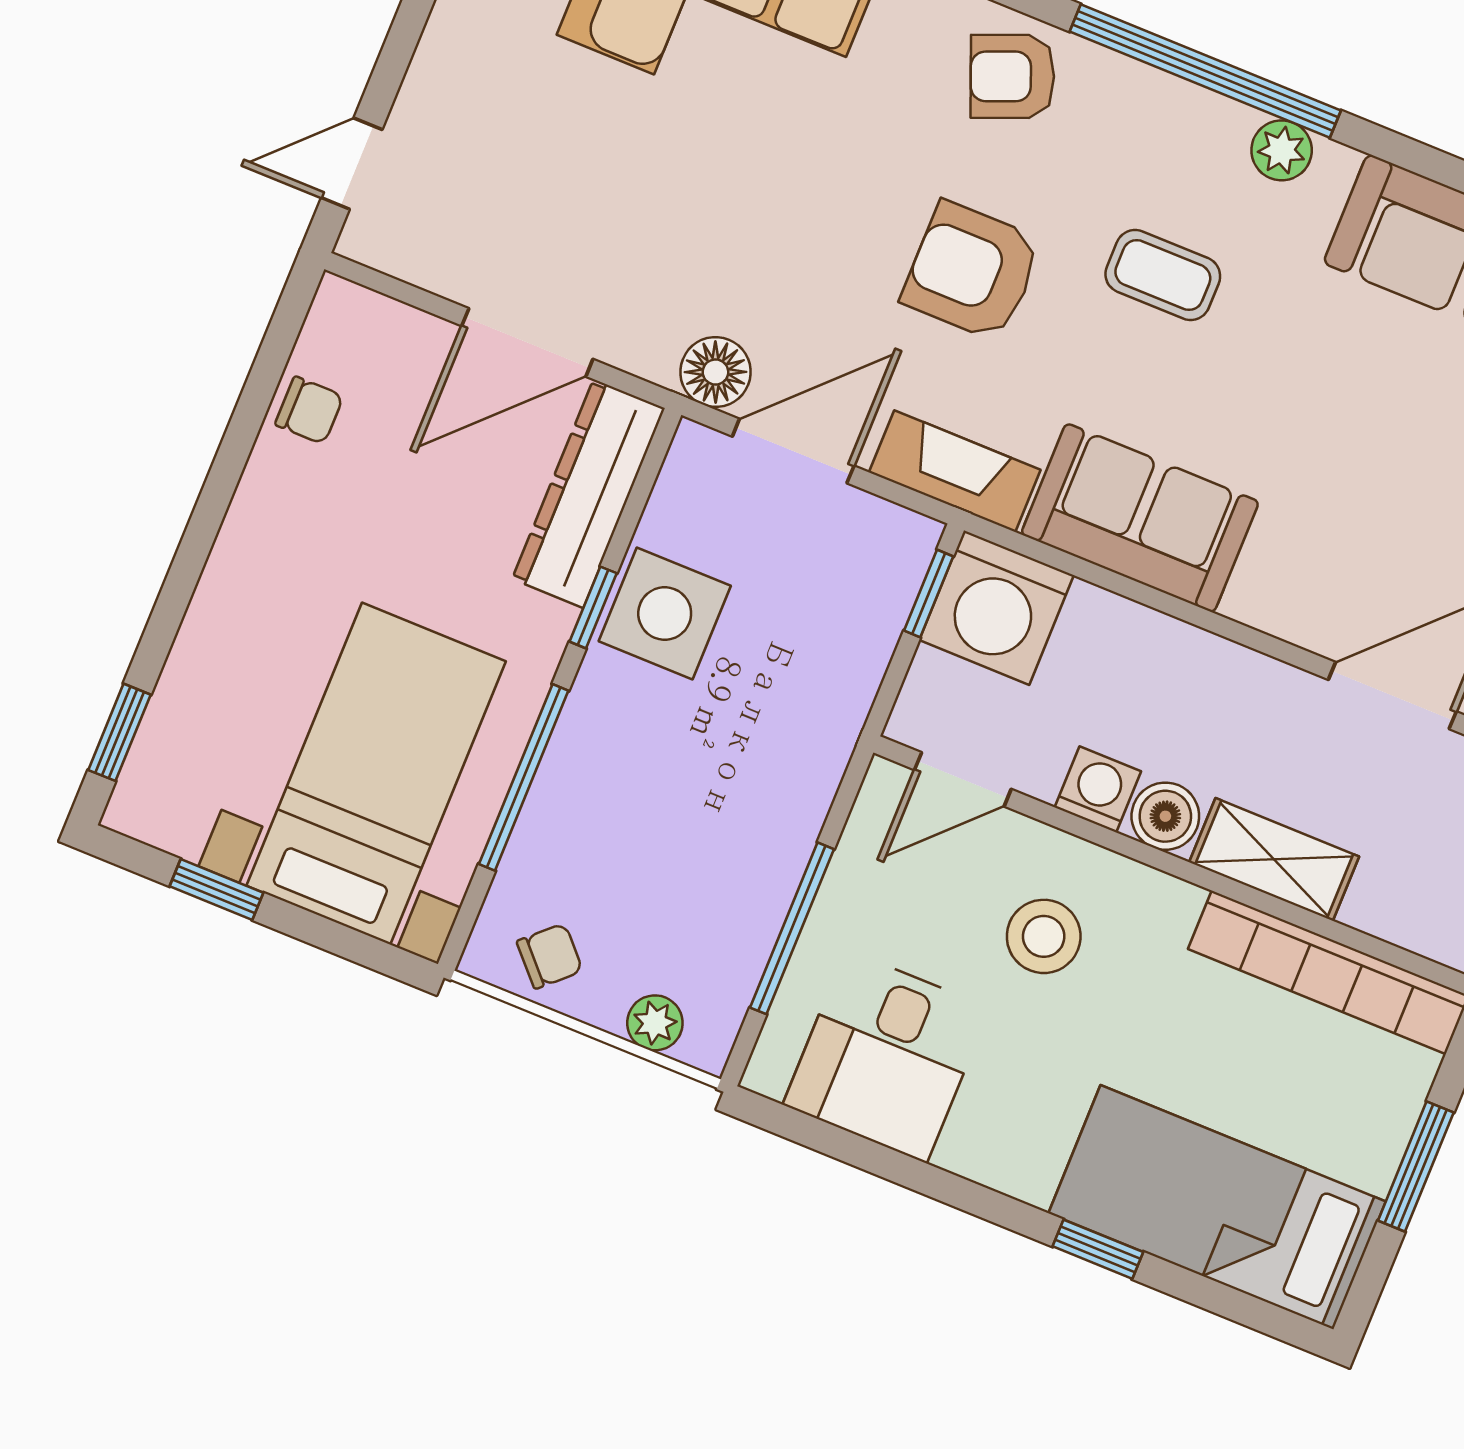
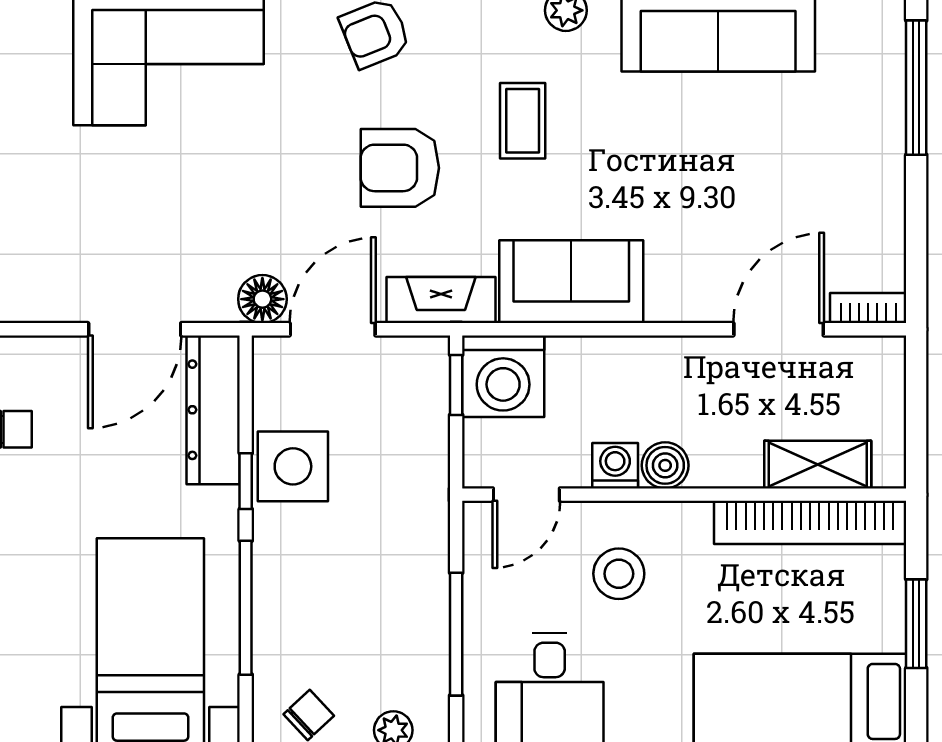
coffee table: (1163, 275) -> (523, 121), turned 90
shelving: (1274, 859) -> (818, 465), moved

